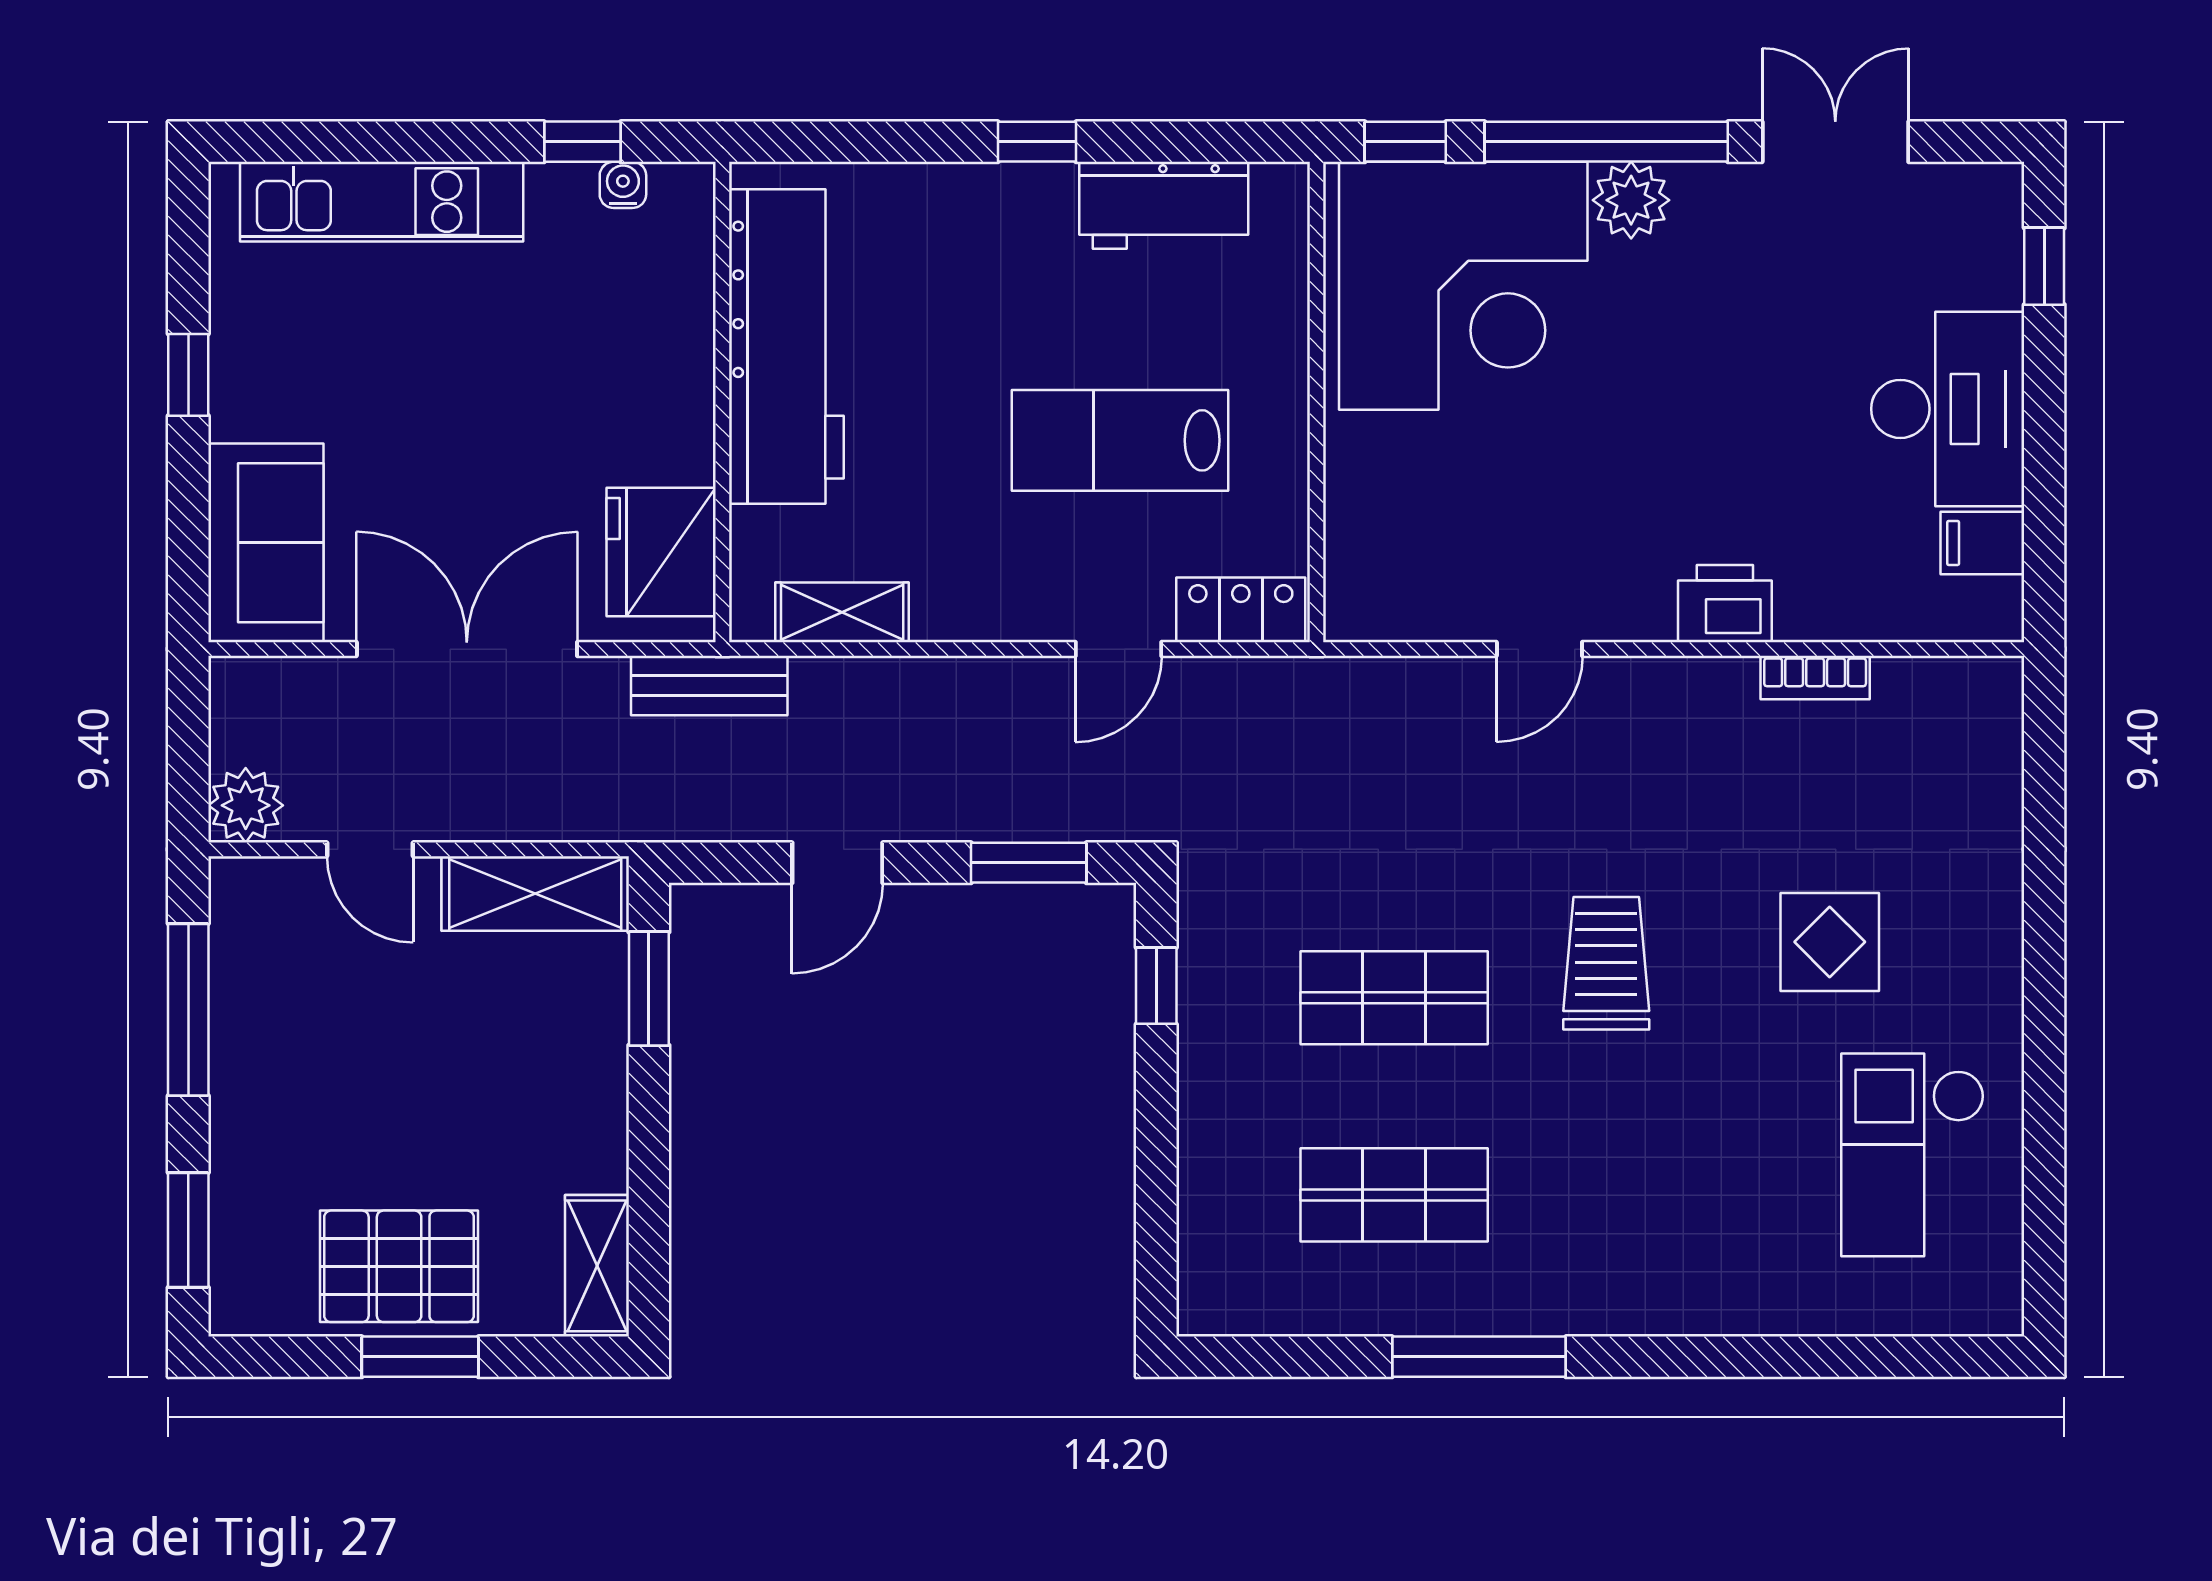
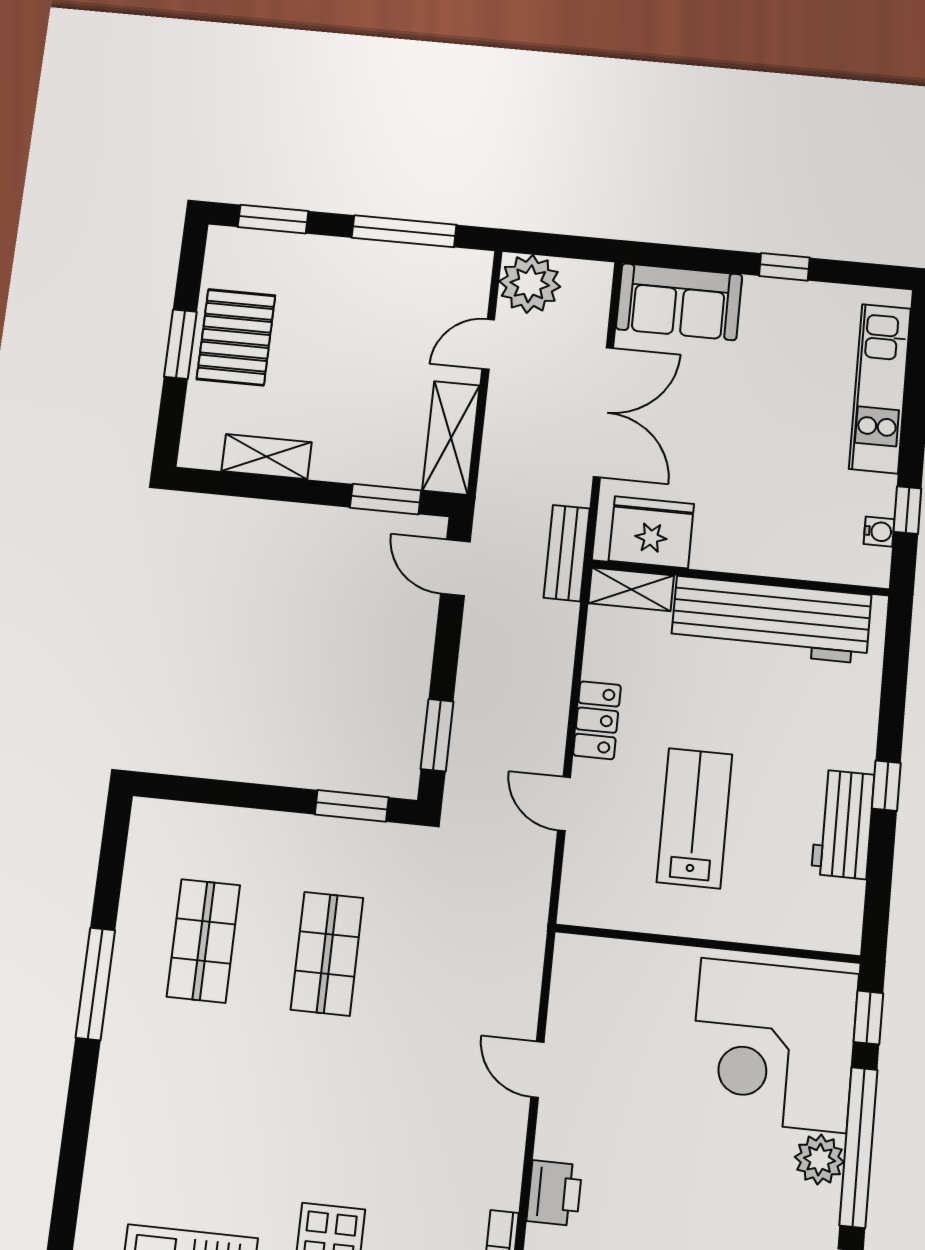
workbench: (1164, 205) -> (843, 824), moved
locker: (1241, 610) -> (597, 720), moved
shelving: (842, 612) -> (631, 589), moved, turned 90
plant: (246, 805) -> (530, 284), width x1.36, depth x1.36
door: (837, 863) -> (455, 568), moved
trolley: (1606, 963) -> (333, 1091), removed
window: (1156, 986) -> (352, 806), width x1.50
shelving: (597, 1266) -> (267, 457), moved

